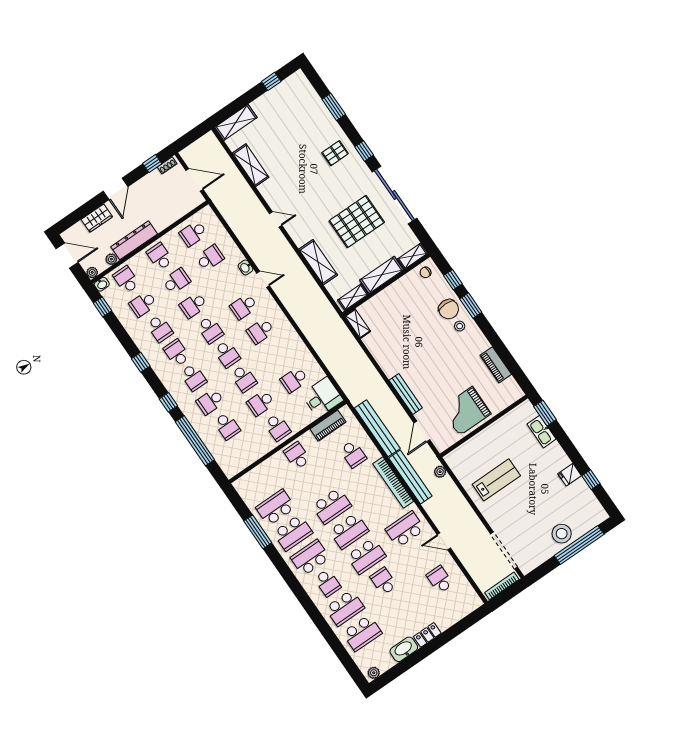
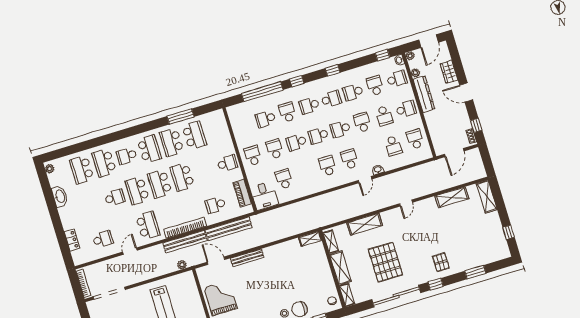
school desk: (277, 427) -> (253, 156), turned 90
locker: (427, 635) -> (72, 240), moved

